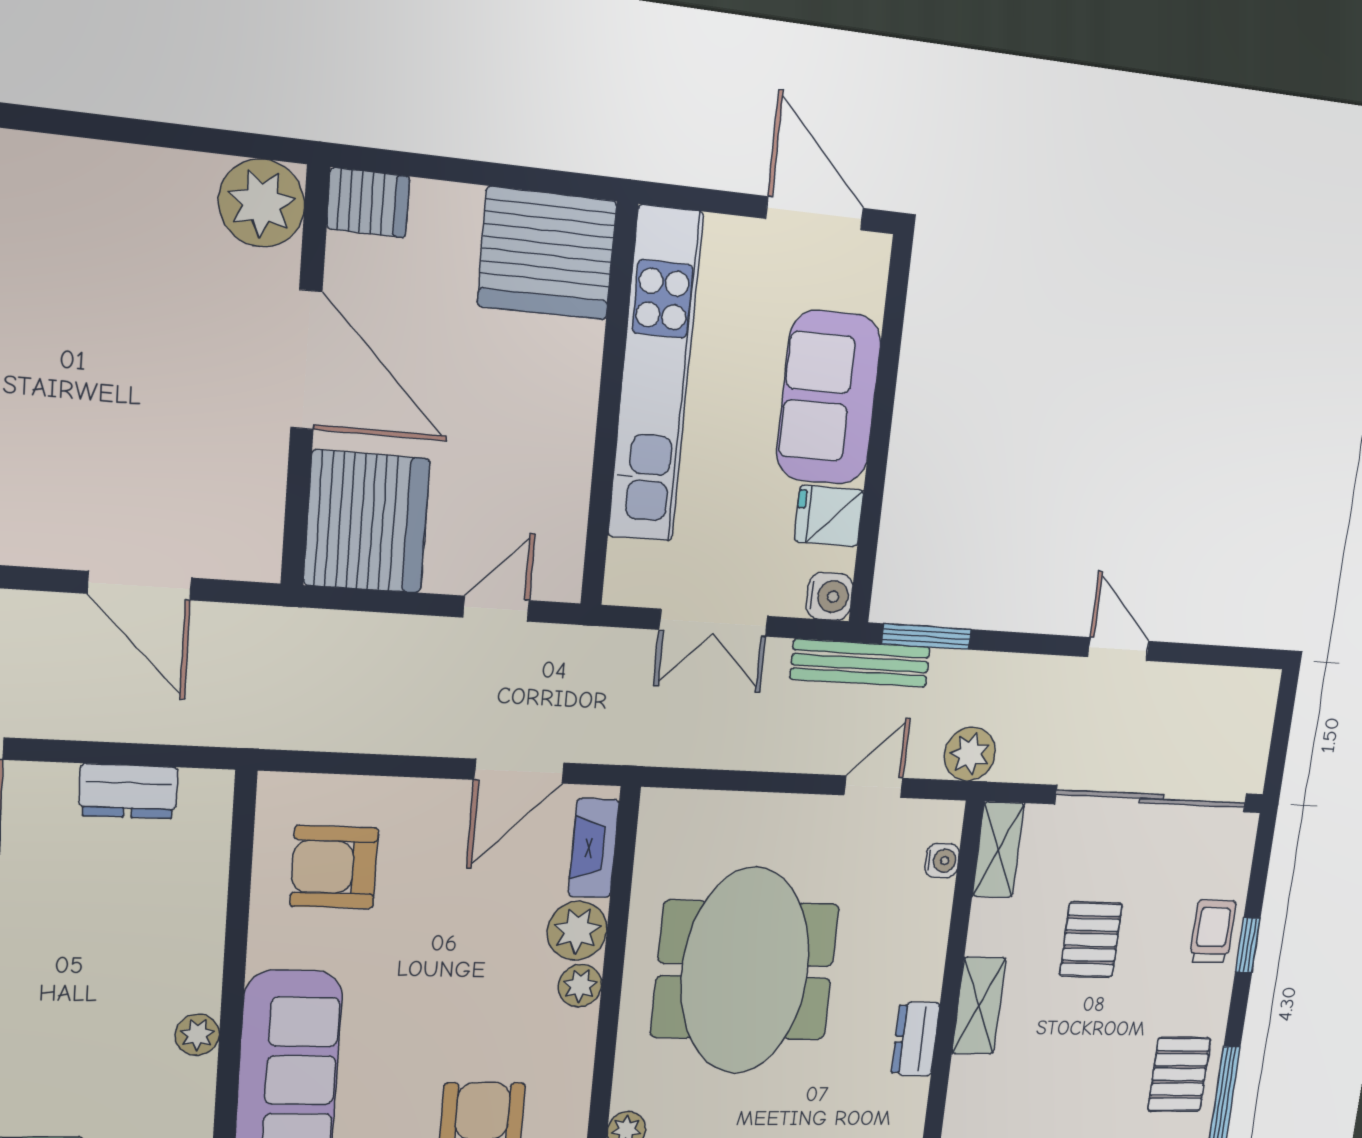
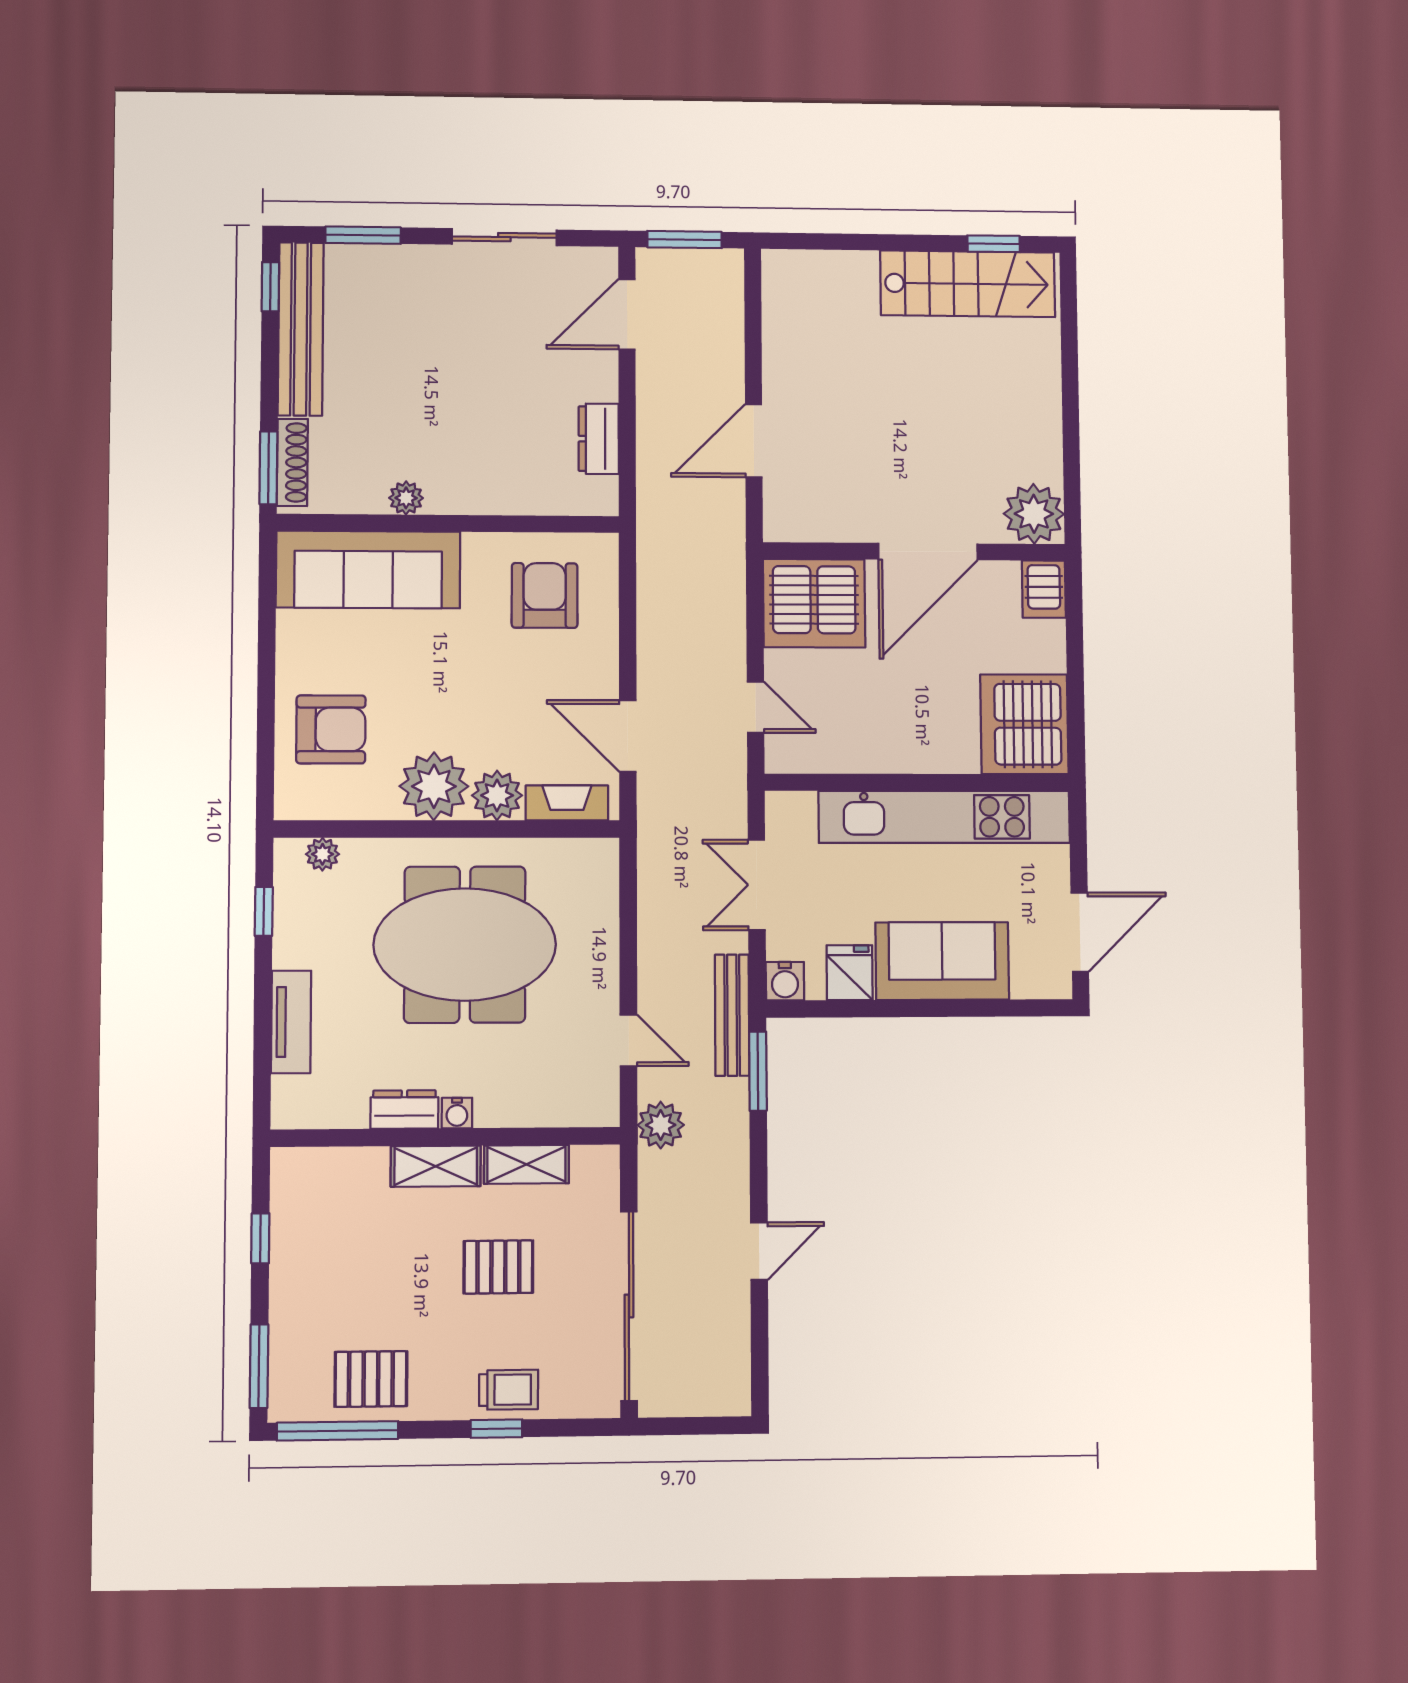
shelving: (998, 850) -> (526, 1164), moved
water cooler: (942, 861) -> (457, 1113), moved
plant: (580, 986) -> (434, 786), width x1.87, depth x1.87

